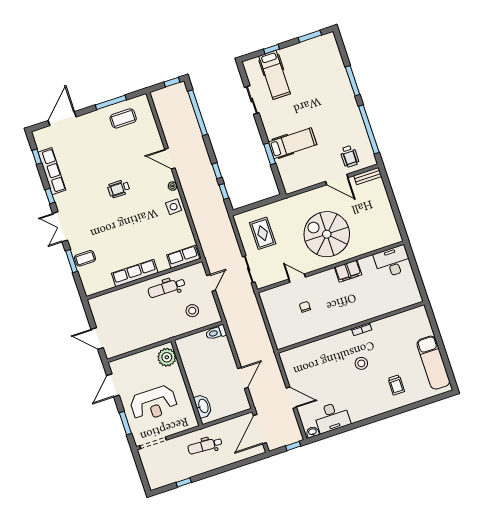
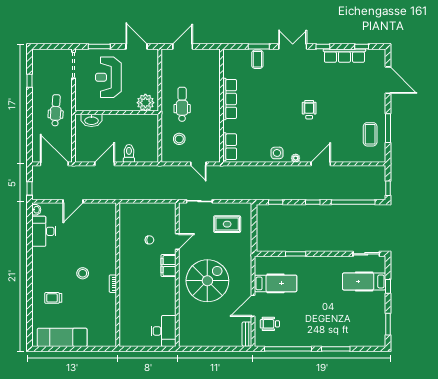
sliding door: (252, 100) -> (366, 254), moved
hospital bed: (293, 143) -> (276, 283), moved, turned -90
window: (217, 171) -> (313, 202), moved
filing cabinet: (348, 271) -> (168, 266), moved
dental chair: (167, 288) -> (182, 104), moved
toilet: (216, 333) -> (129, 153), moved
door: (243, 378) -> (105, 164), swing flipped

